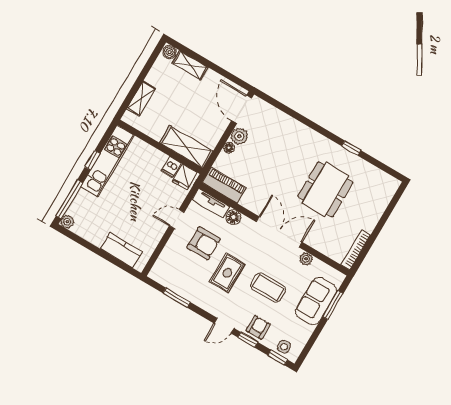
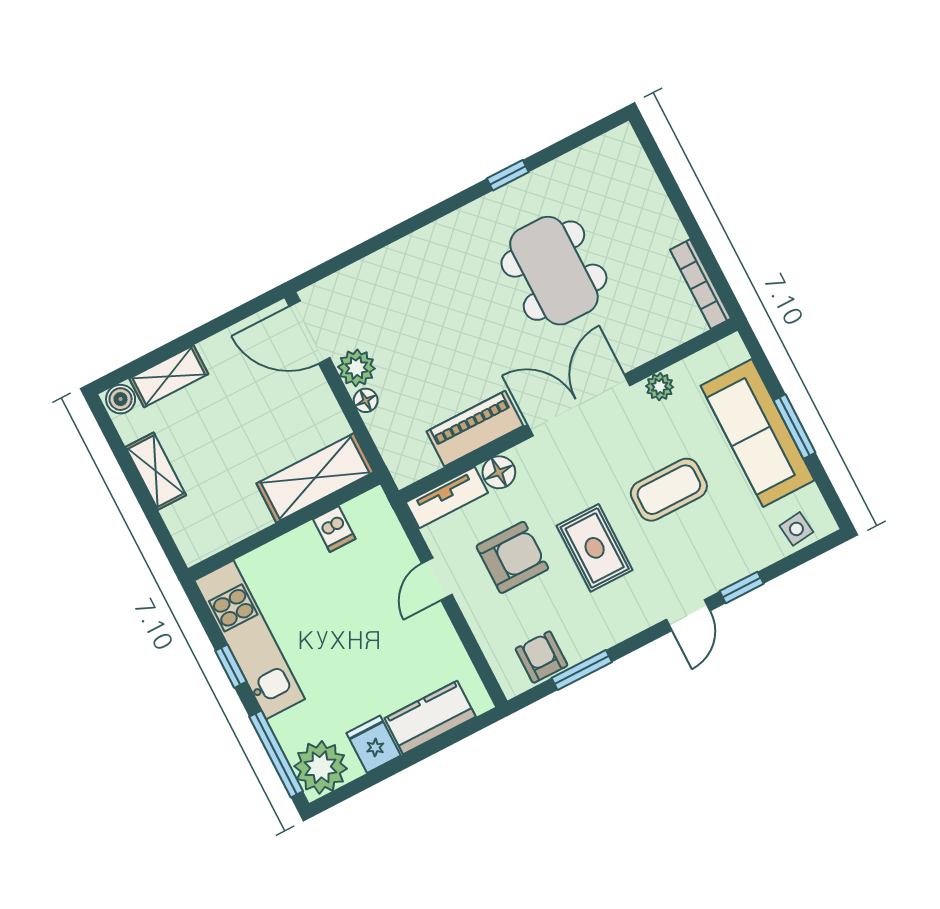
shelving: (141, 98) -> (156, 471), moved
fridge: (184, 177) -> (374, 744), moved, turned 180
piano: (224, 185) -> (475, 429), moved
plant: (67, 222) -> (321, 767), width x1.88, depth x1.88
sofa: (316, 301) -> (757, 433), width x1.36
window: (333, 305) -> (795, 426), moved
armchair: (258, 327) -> (542, 657), moved
window: (278, 358) -> (809, 553), removed

